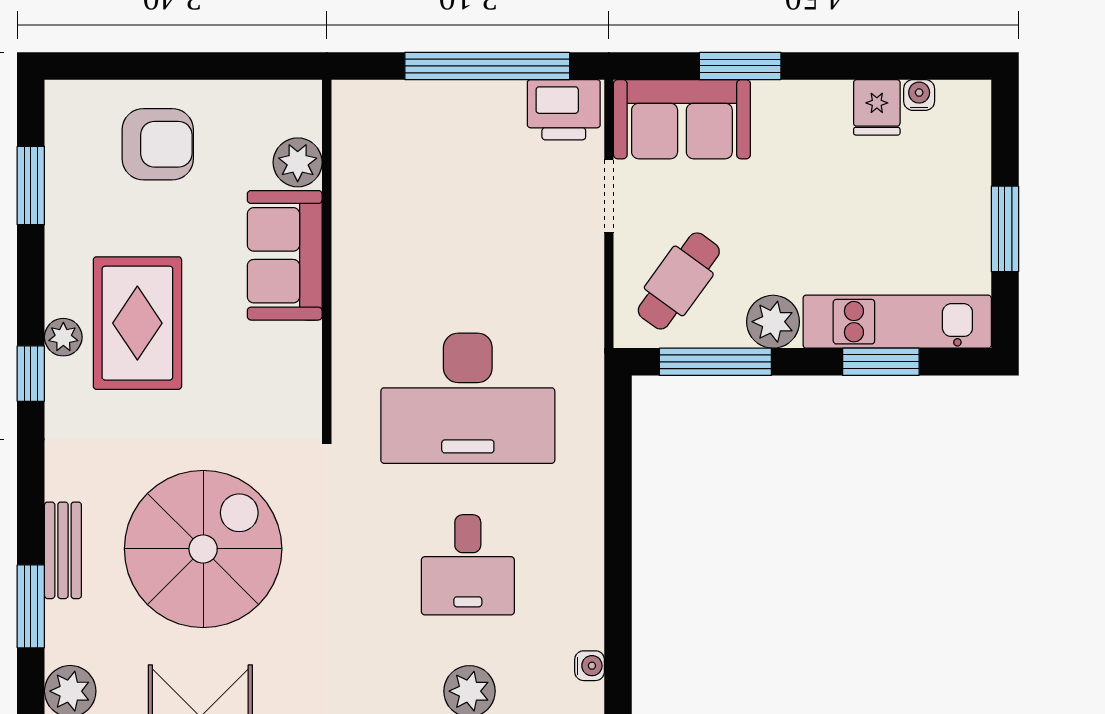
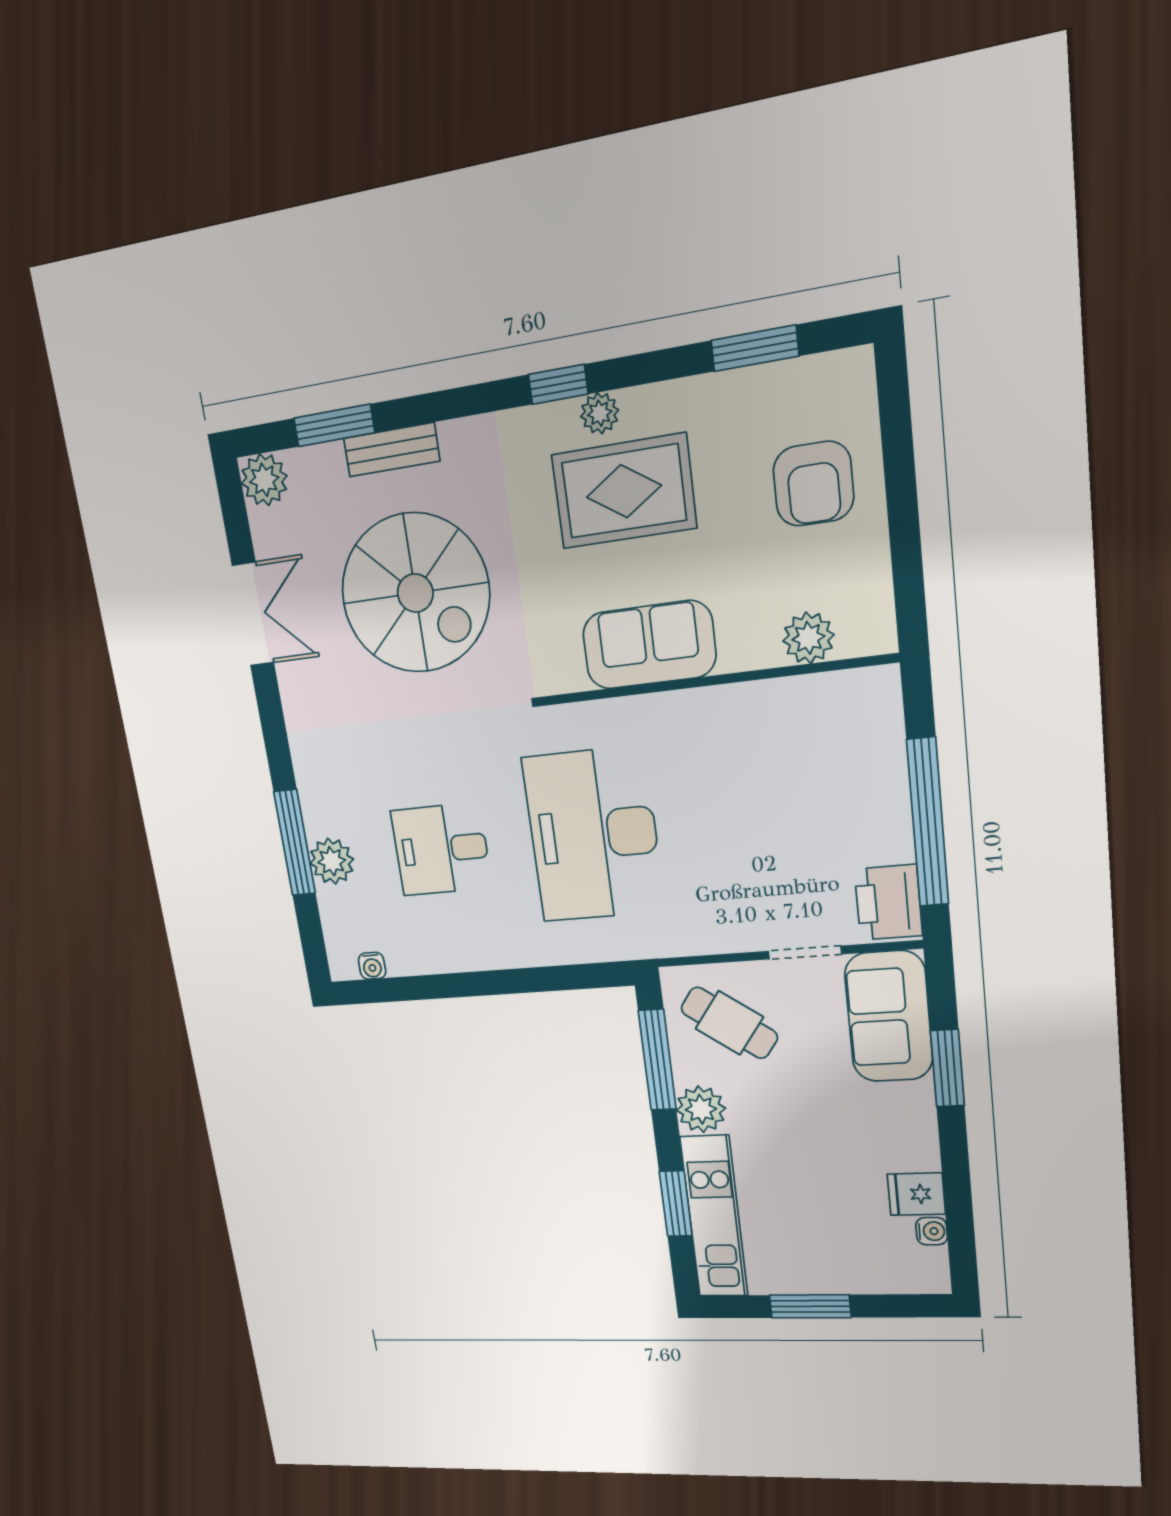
sofa: (285, 255) -> (649, 645), moved

